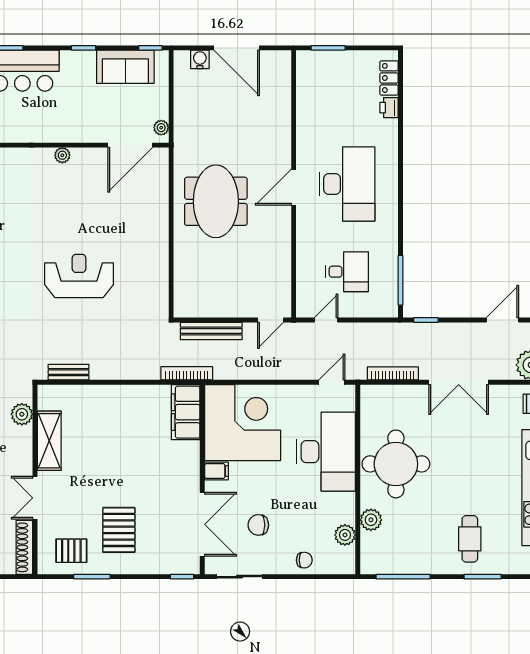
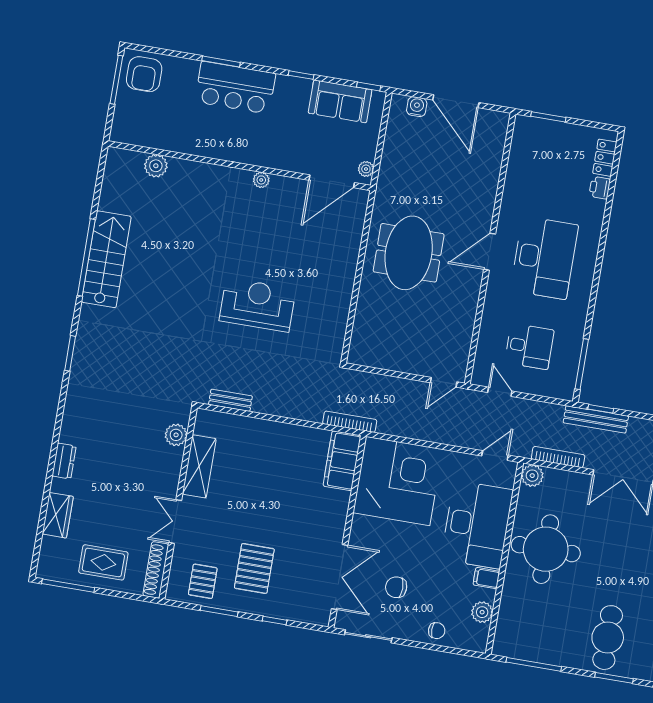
door: (326, 320) -> (500, 392), hinge flipped
bench: (211, 331) -> (596, 419), moved
filing cabinet: (216, 471) -> (486, 578), moved, turned 180
plant: (371, 520) -> (532, 476), moved
cafe table: (470, 539) -> (608, 638), width x1.37, depth x1.35
pallet: (71, 551) -> (203, 581), turned 90
window: (182, 577) -> (275, 620), moved

